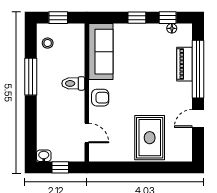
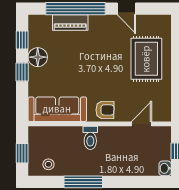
floor lamp: (172, 28) -> (38, 57), moved, width x1.89, depth x1.89
armchair: (100, 98) -> (105, 110), turned 91
rug: (150, 138) -> (146, 59), turned 90

